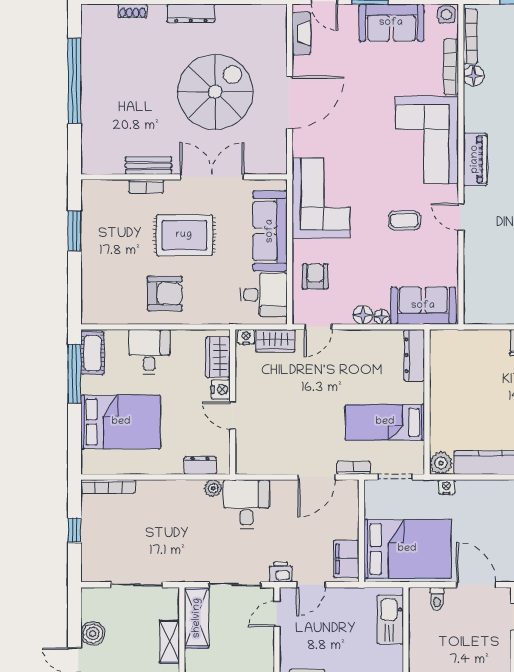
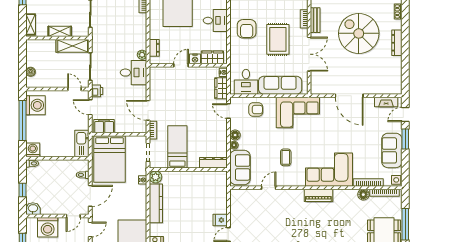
spiral stairs: (215, 92) -> (359, 33), moved, turned 180
door: (461, 217) -> (269, 188), moved
kitchen sink: (390, 620) -> (82, 144), moved, turned -90

